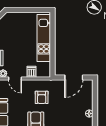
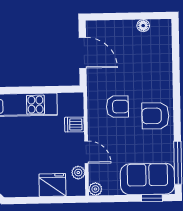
door: (15, 78) -> (86, 152), hinge flipped

